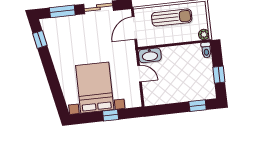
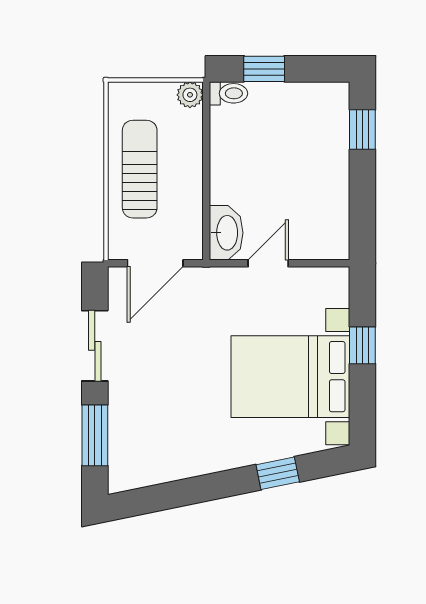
door: (134, 28) -> (155, 263), hinge flipped
window: (40, 39) -> (278, 473), moved
window: (219, 75) -> (264, 69), moved

